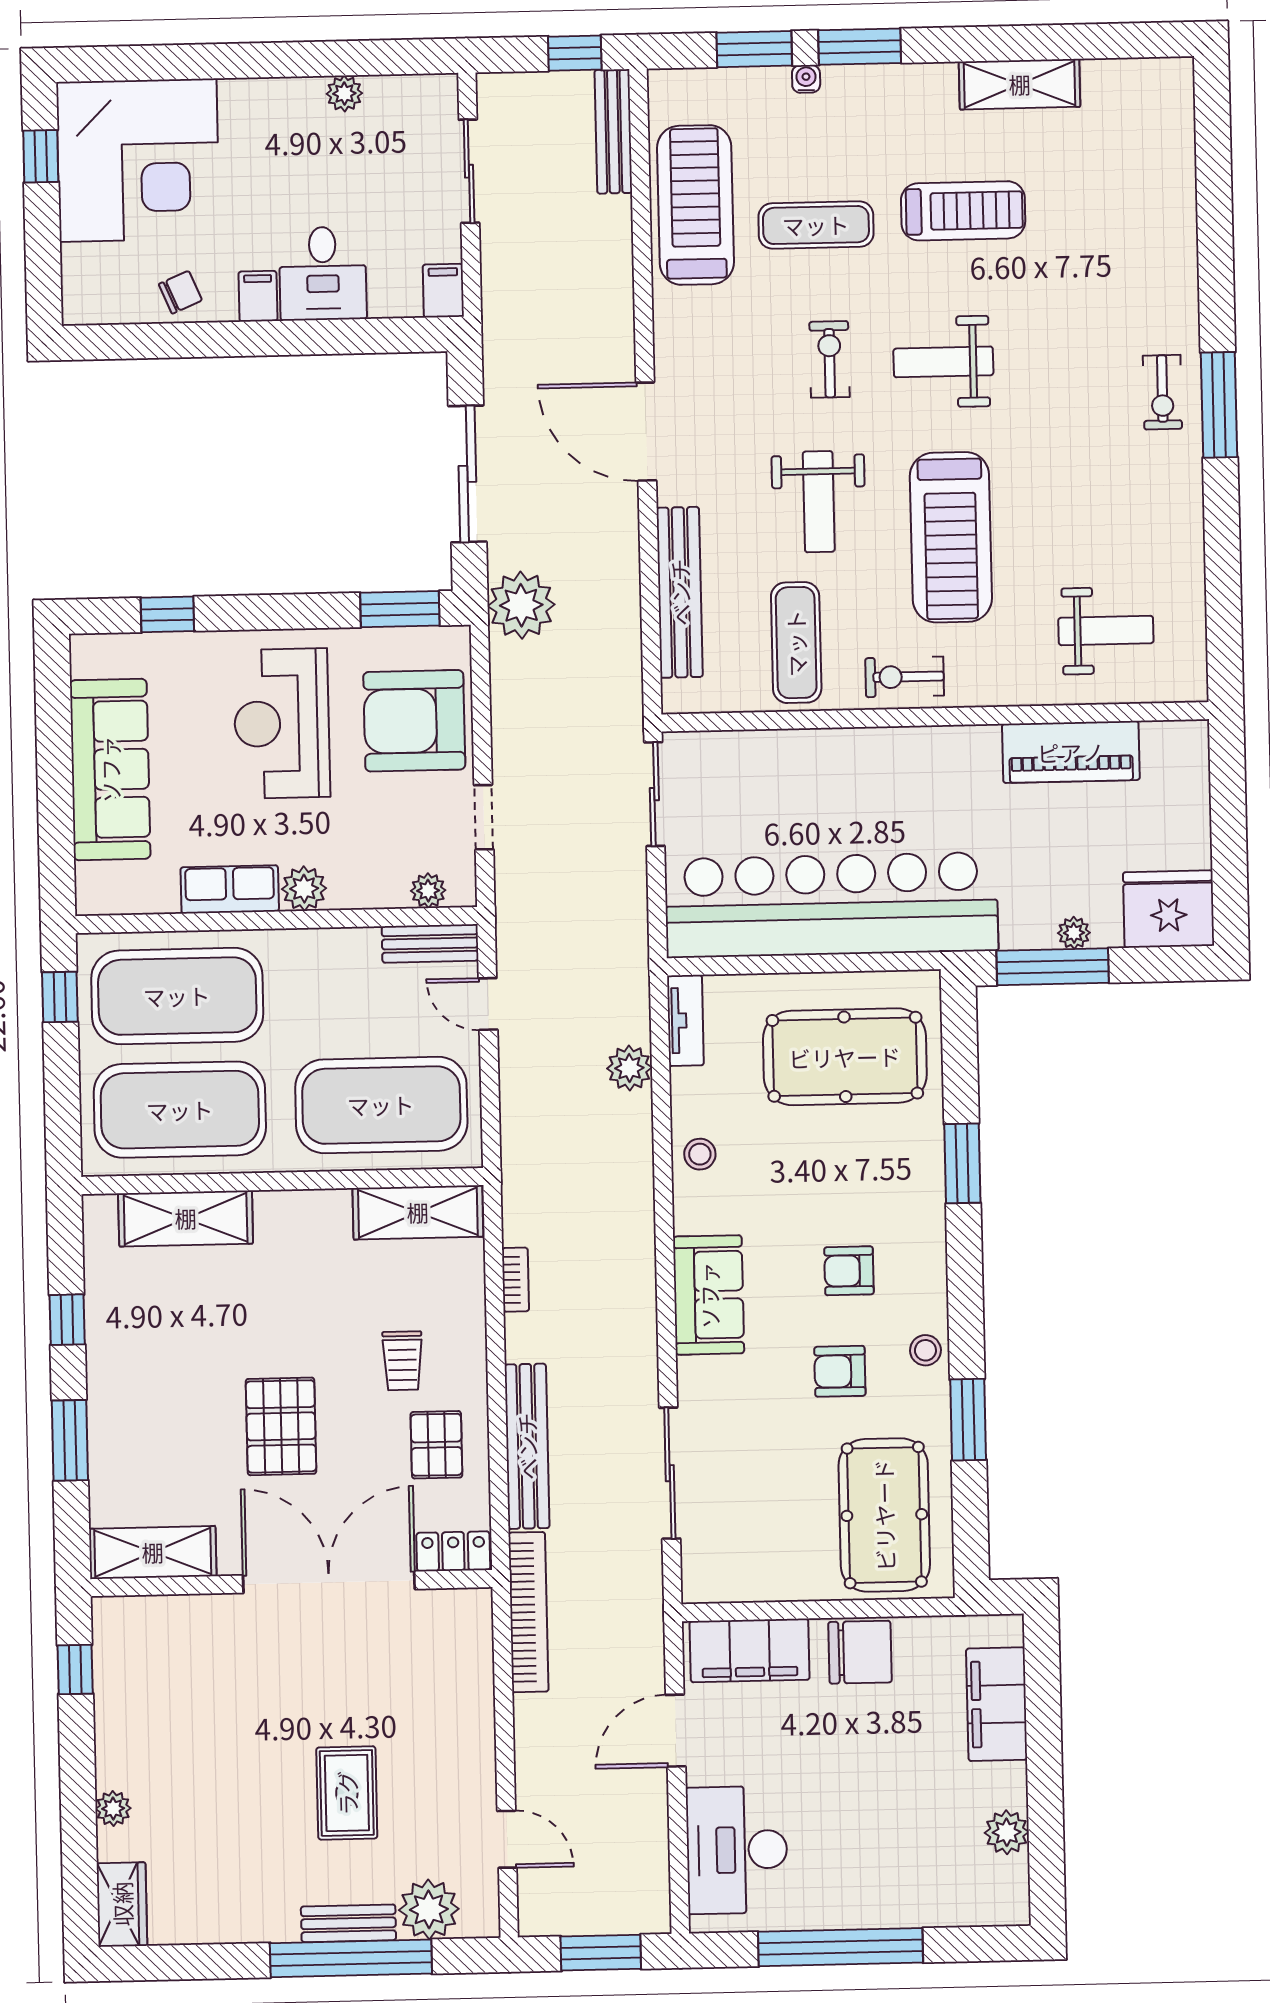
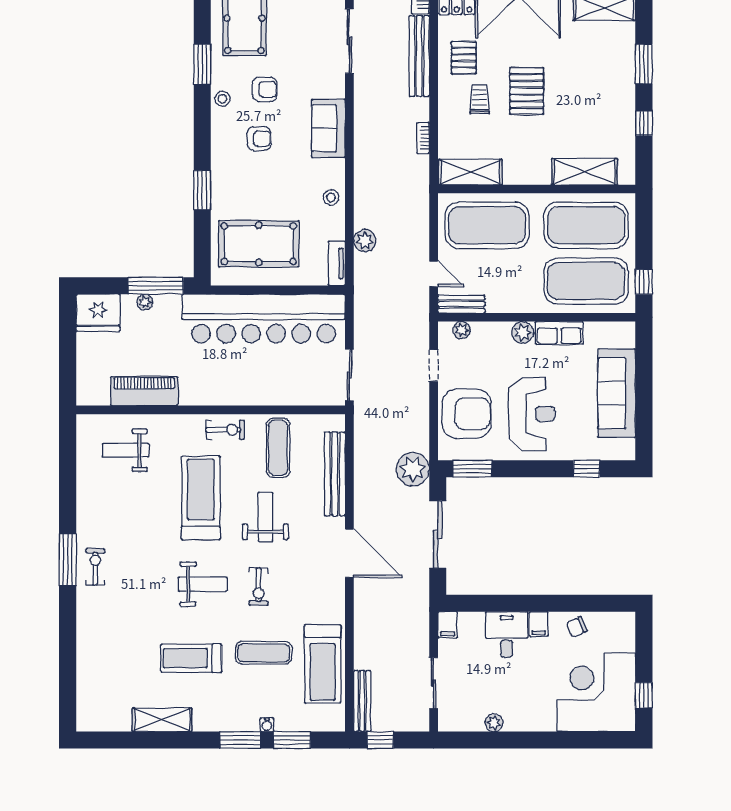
pallet: (281, 1426) -> (527, 91), moved

